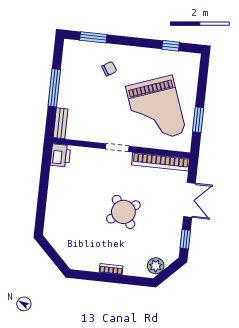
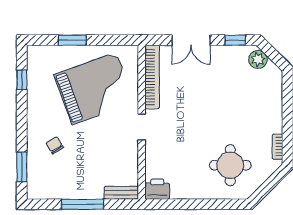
window: (198, 120) -> (72, 40), moved
double door: (189, 200) -> (191, 40), swing flipped
round table: (123, 212) -> (230, 165), moved, turned 35
plant: (156, 266) -> (258, 59), moved
bookcase: (111, 269) -> (278, 147), moved

